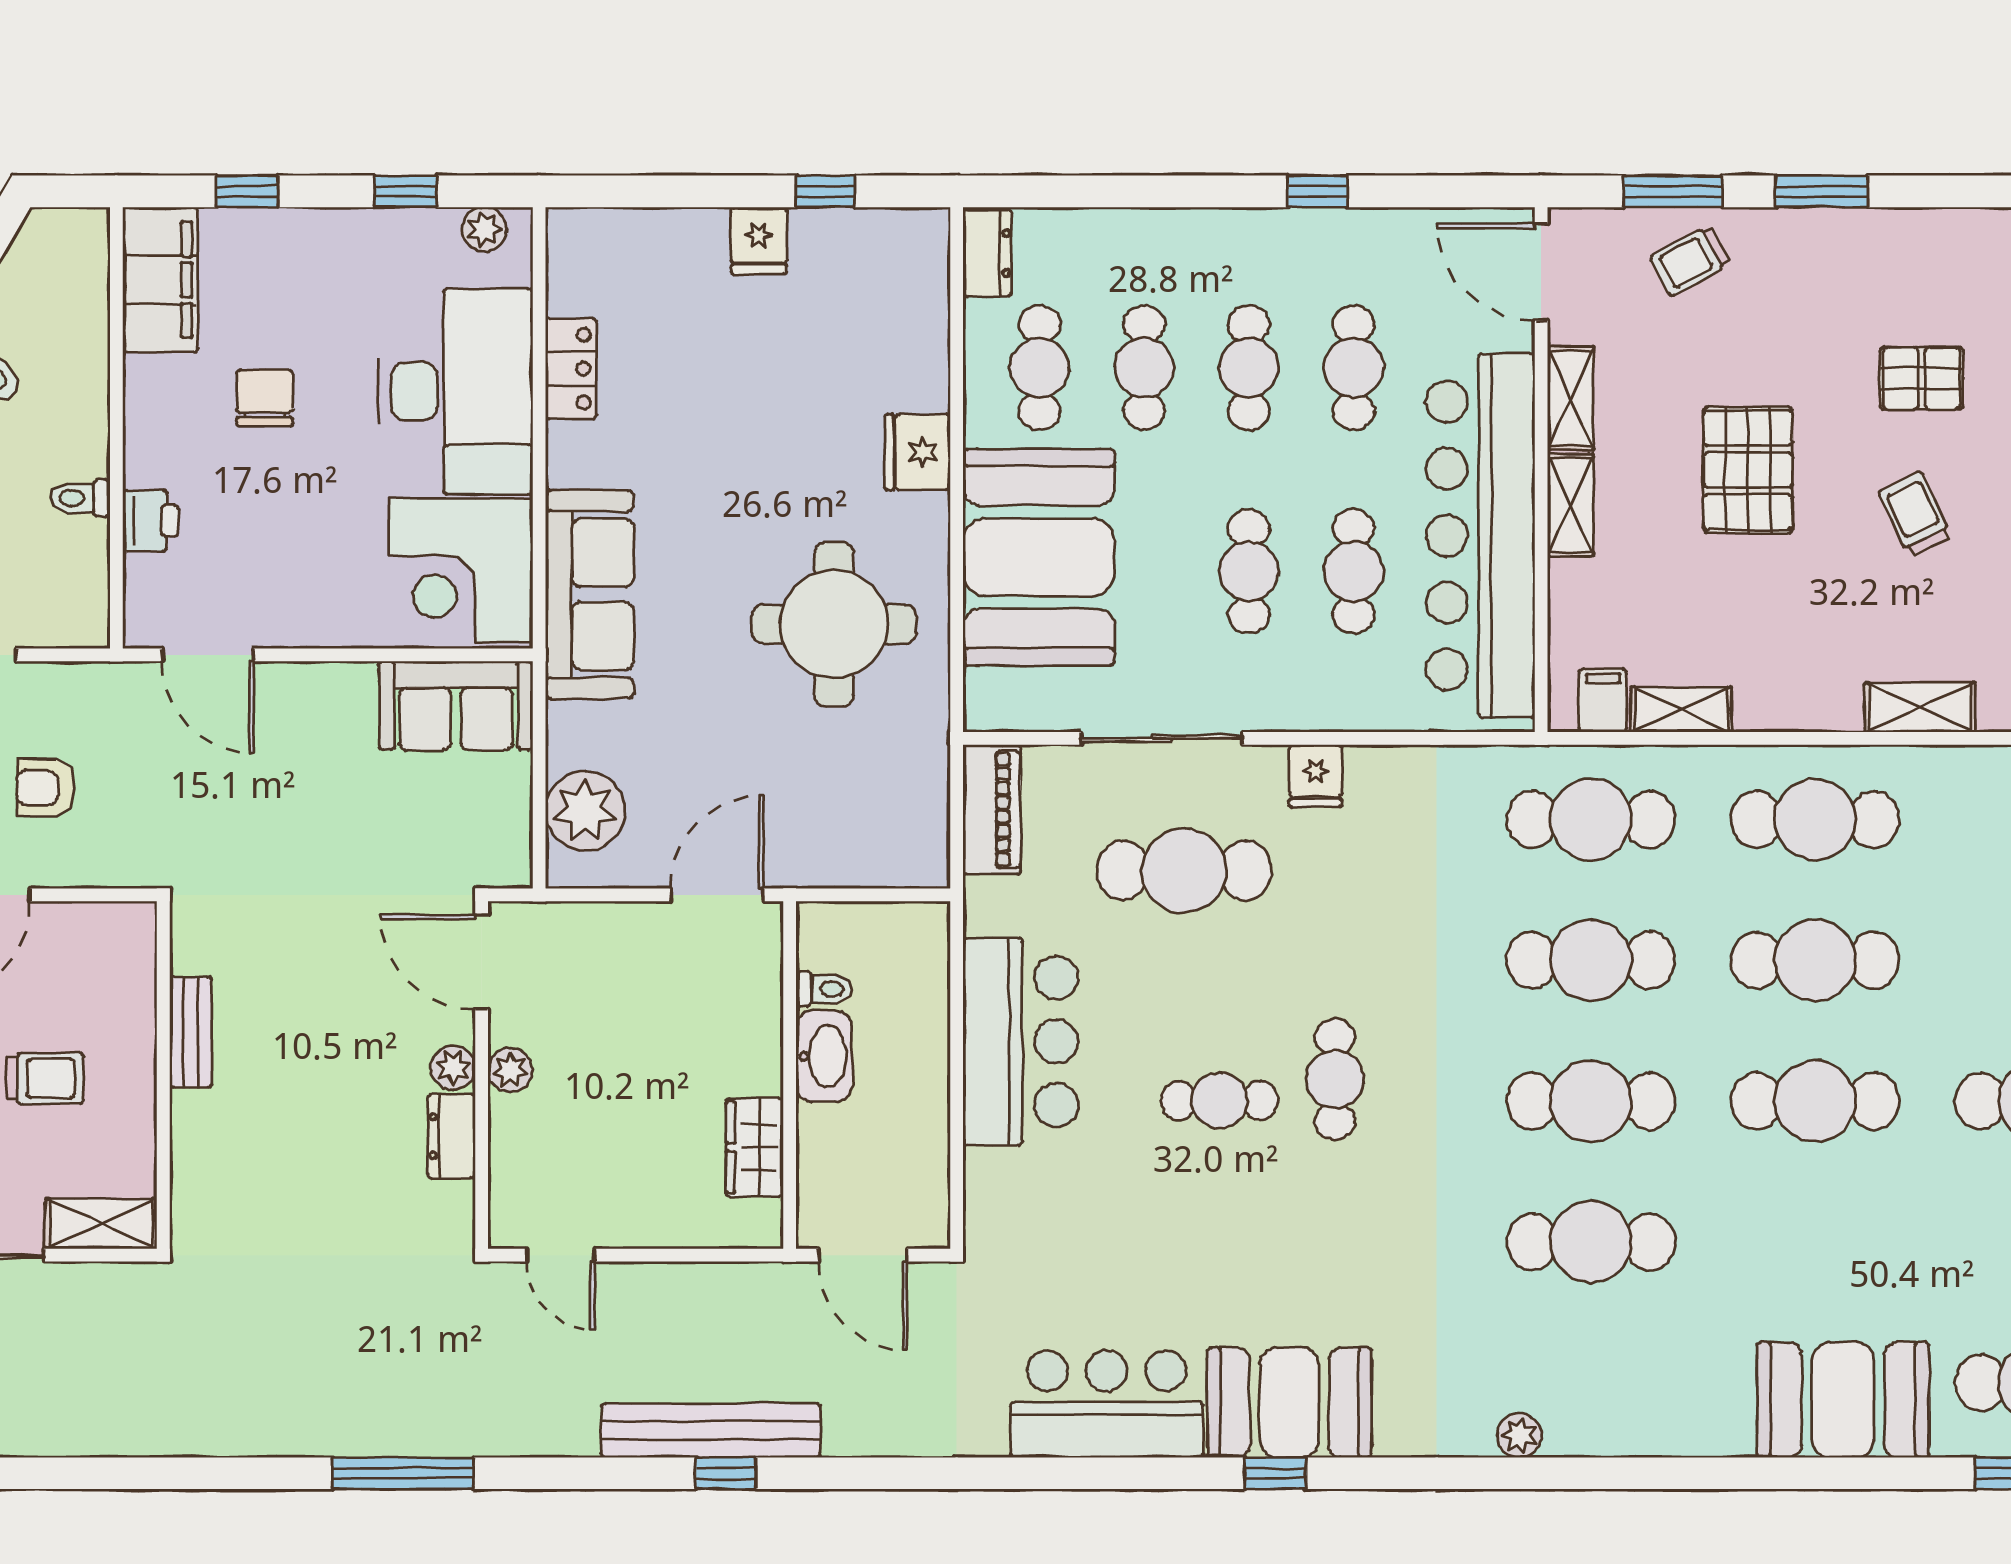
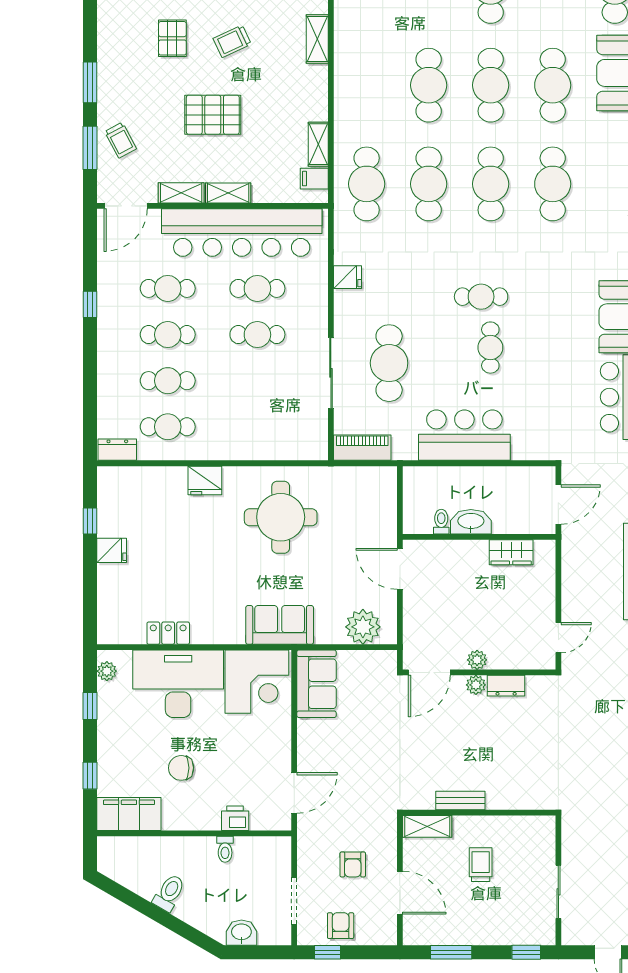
booth: (1039, 557) -> (251, 427), removed
sofa: (590, 594) -> (280, 625), width x0.73
fridge: (1316, 776) -> (347, 277), moved
cafe table: (1815, 819) -> (553, 85), moved
shelving: (101, 1224) -> (427, 826), moved, turned 90

